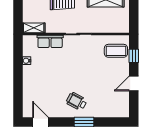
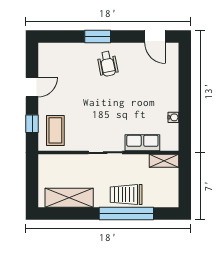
coffee table: (116, 51) -> (55, 130), turned 90
wheelchair: (76, 101) -> (108, 64), turned 51

